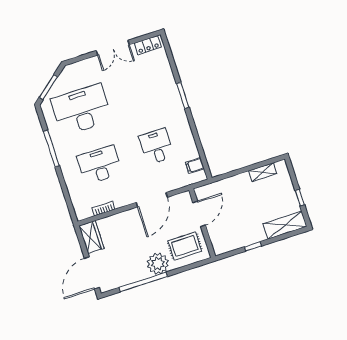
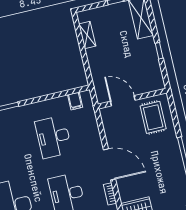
desk: (157, 146) -> (53, 137), width x1.37
door: (152, 200) -> (110, 164), moved
plant: (158, 264) -> (168, 145), removed

